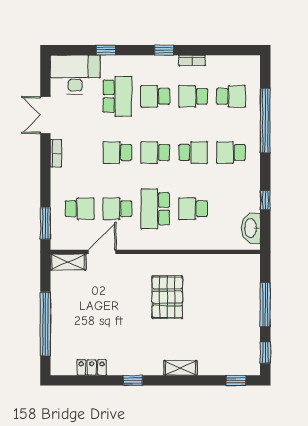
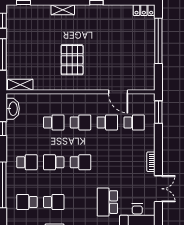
school desk: (155, 96) -> (81, 202), removed
school desk: (117, 153) -> (107, 162), removed
school desk: (80, 209) -> (134, 122), turned 180
school desk: (155, 209) -> (81, 122), width x0.54
door: (102, 252) -> (118, 92), hinge flipped
shelving: (68, 262) -> (20, 85), moved
locker: (92, 367) -> (144, 10), moved

